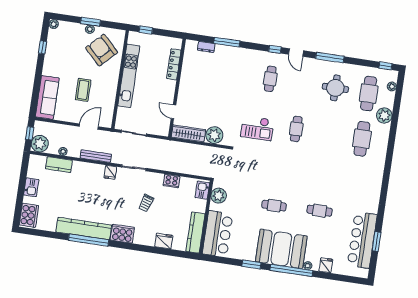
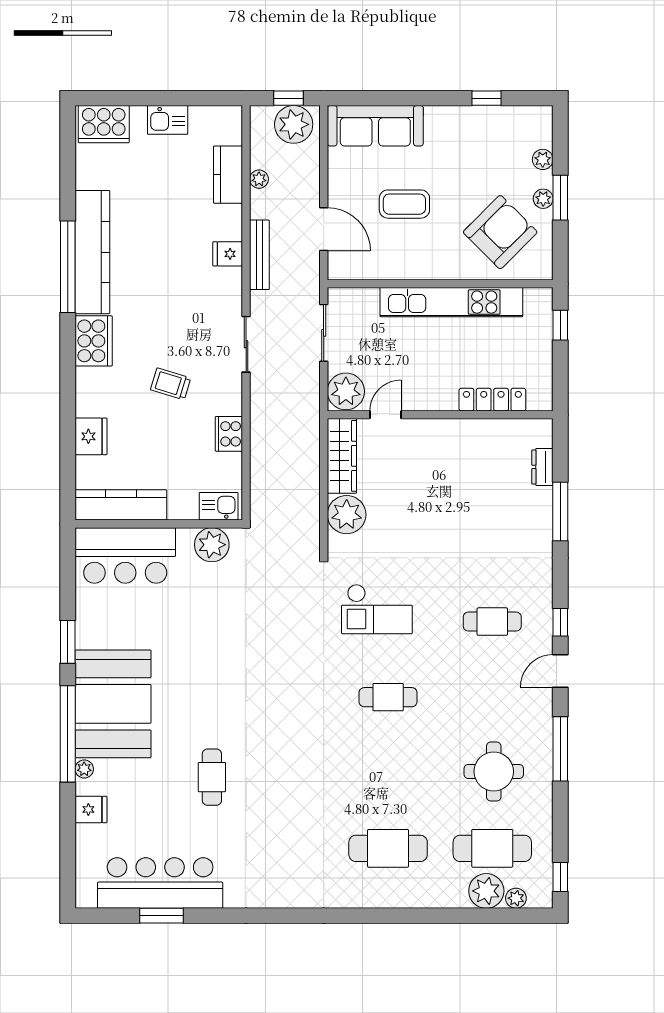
plant: (54, 24) -> (543, 159), moved
plant: (384, 116) -> (486, 891), moved
plant: (161, 127) -> (346, 391), added
checkout: (257, 128) -> (377, 609), turned -90
plant: (40, 144) -> (294, 124), moved
fridge: (110, 172) -> (228, 254), moved
cafe table: (274, 206) -> (208, 673), removed

